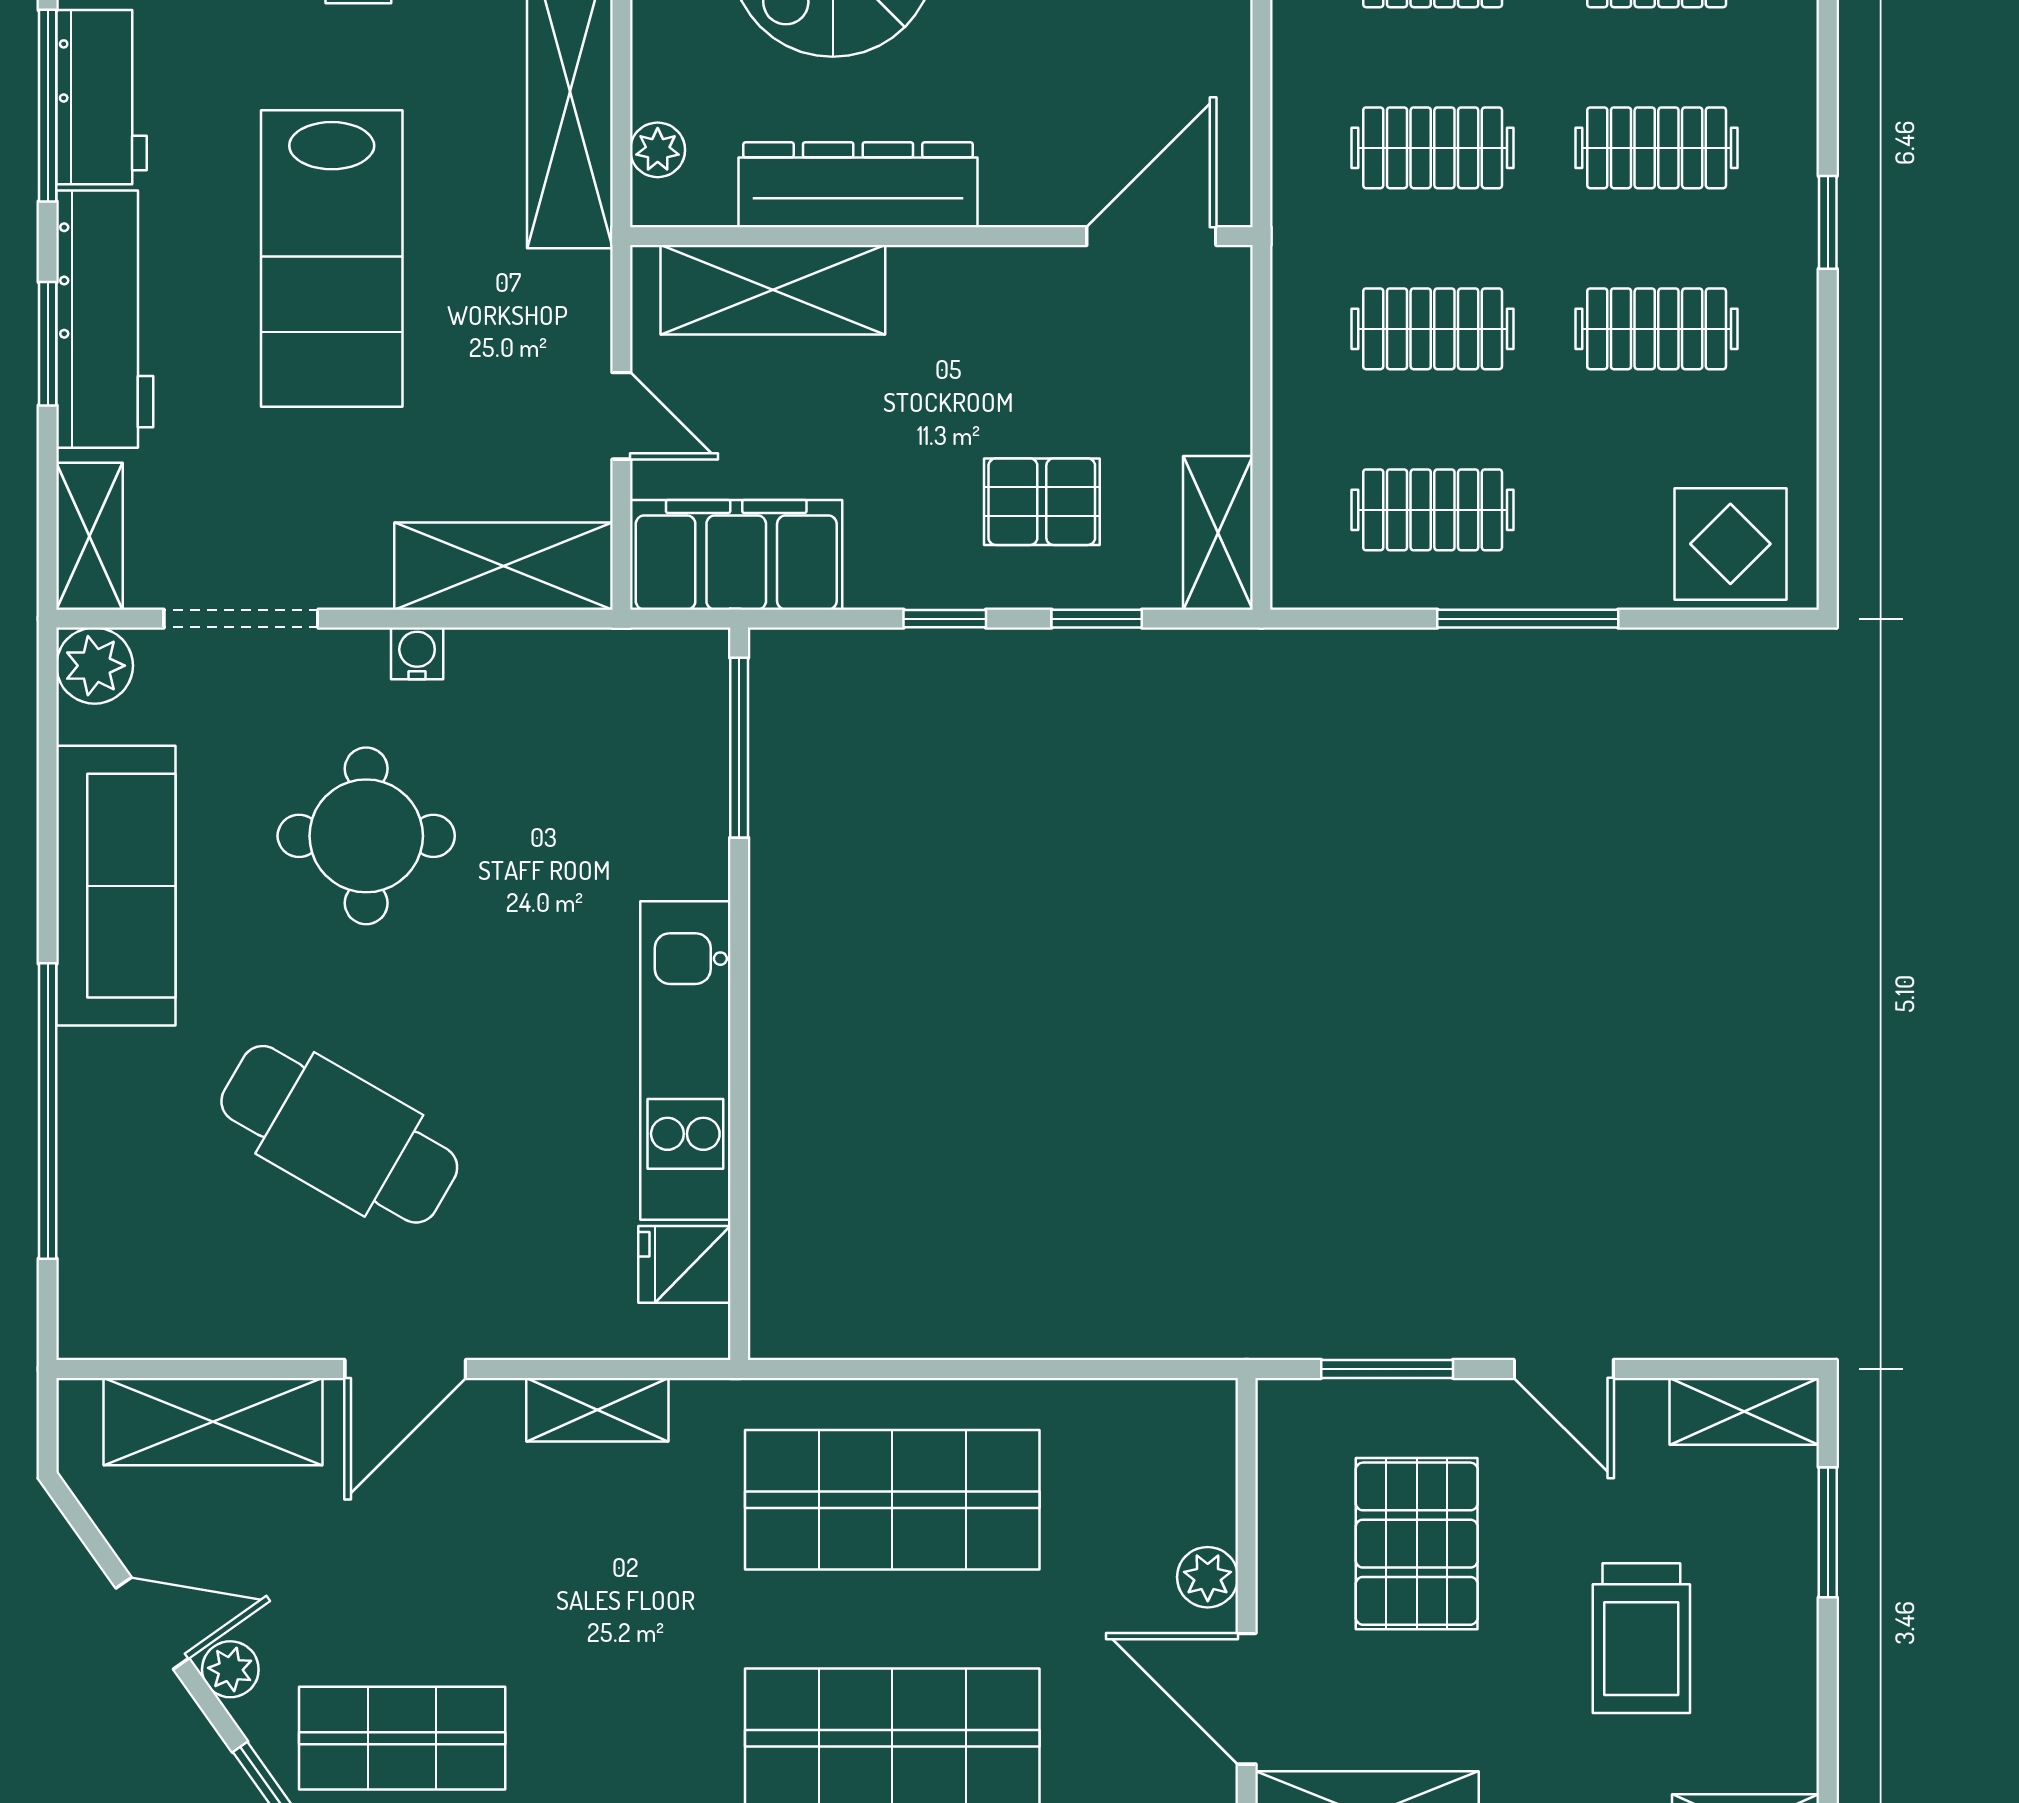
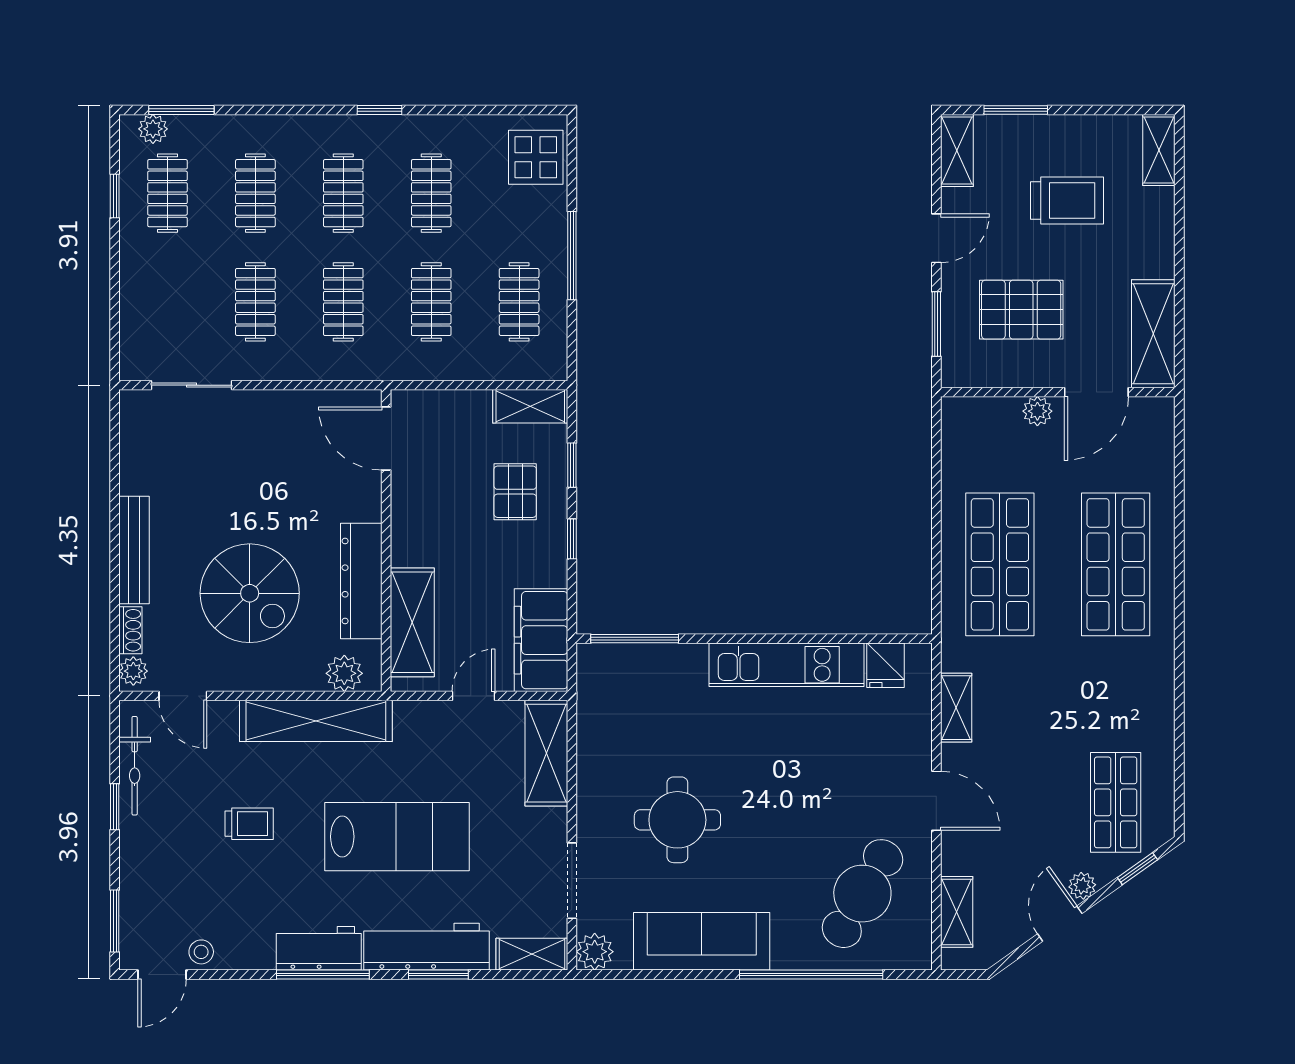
plant: (658, 150) -> (344, 673), width x1.38, depth x1.38
water cooler: (417, 653) -> (589, 795), removed
cafe table: (339, 1134) -> (862, 894), moved
shelving: (213, 1422) -> (957, 912), width x0.67, depth x0.75

